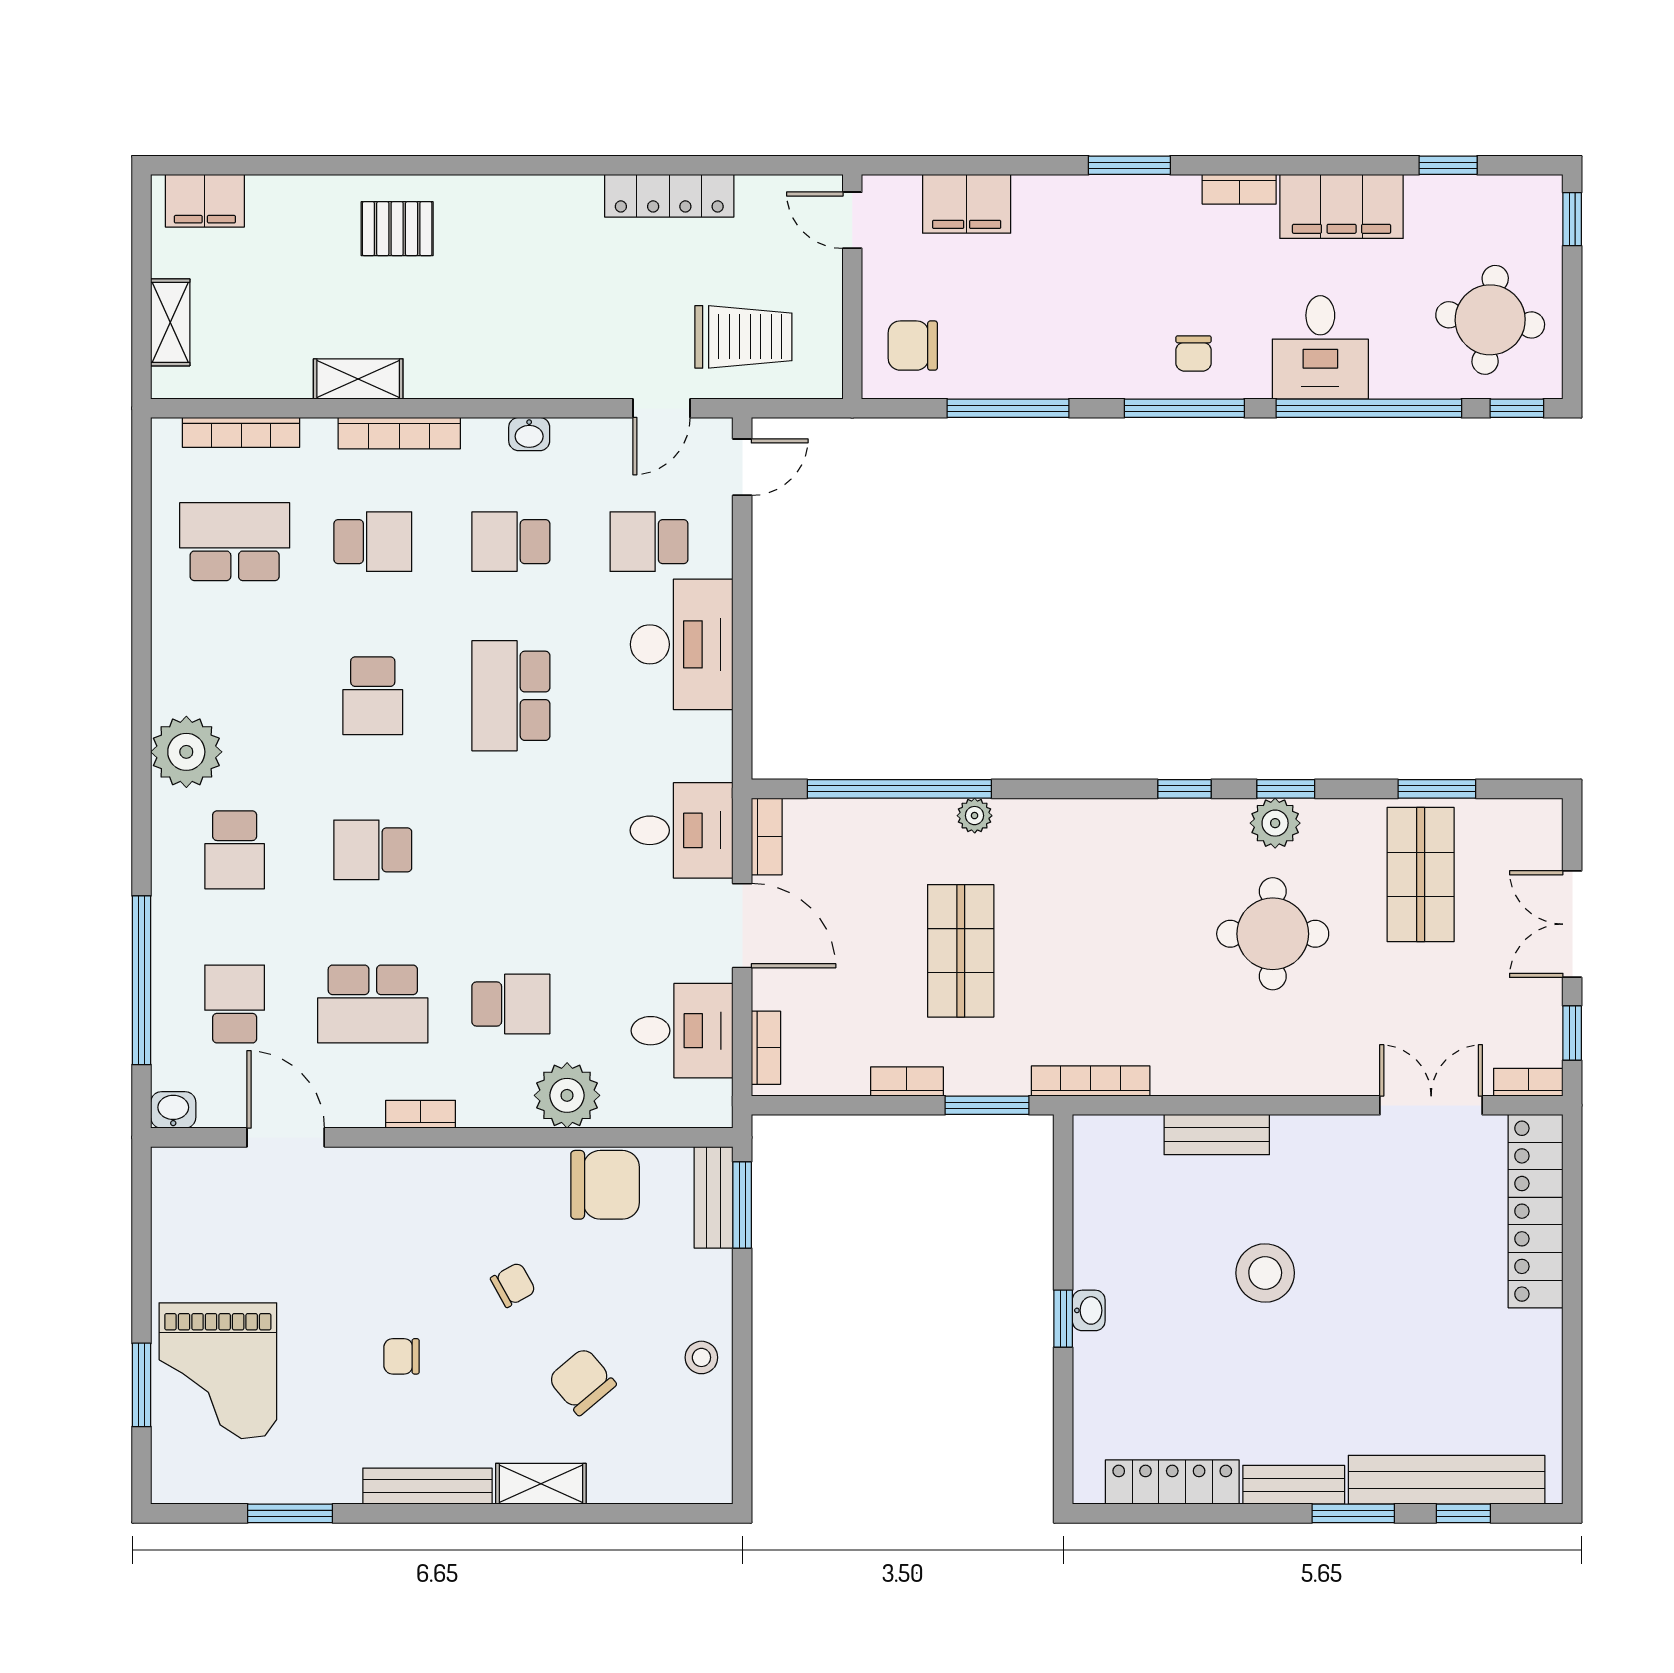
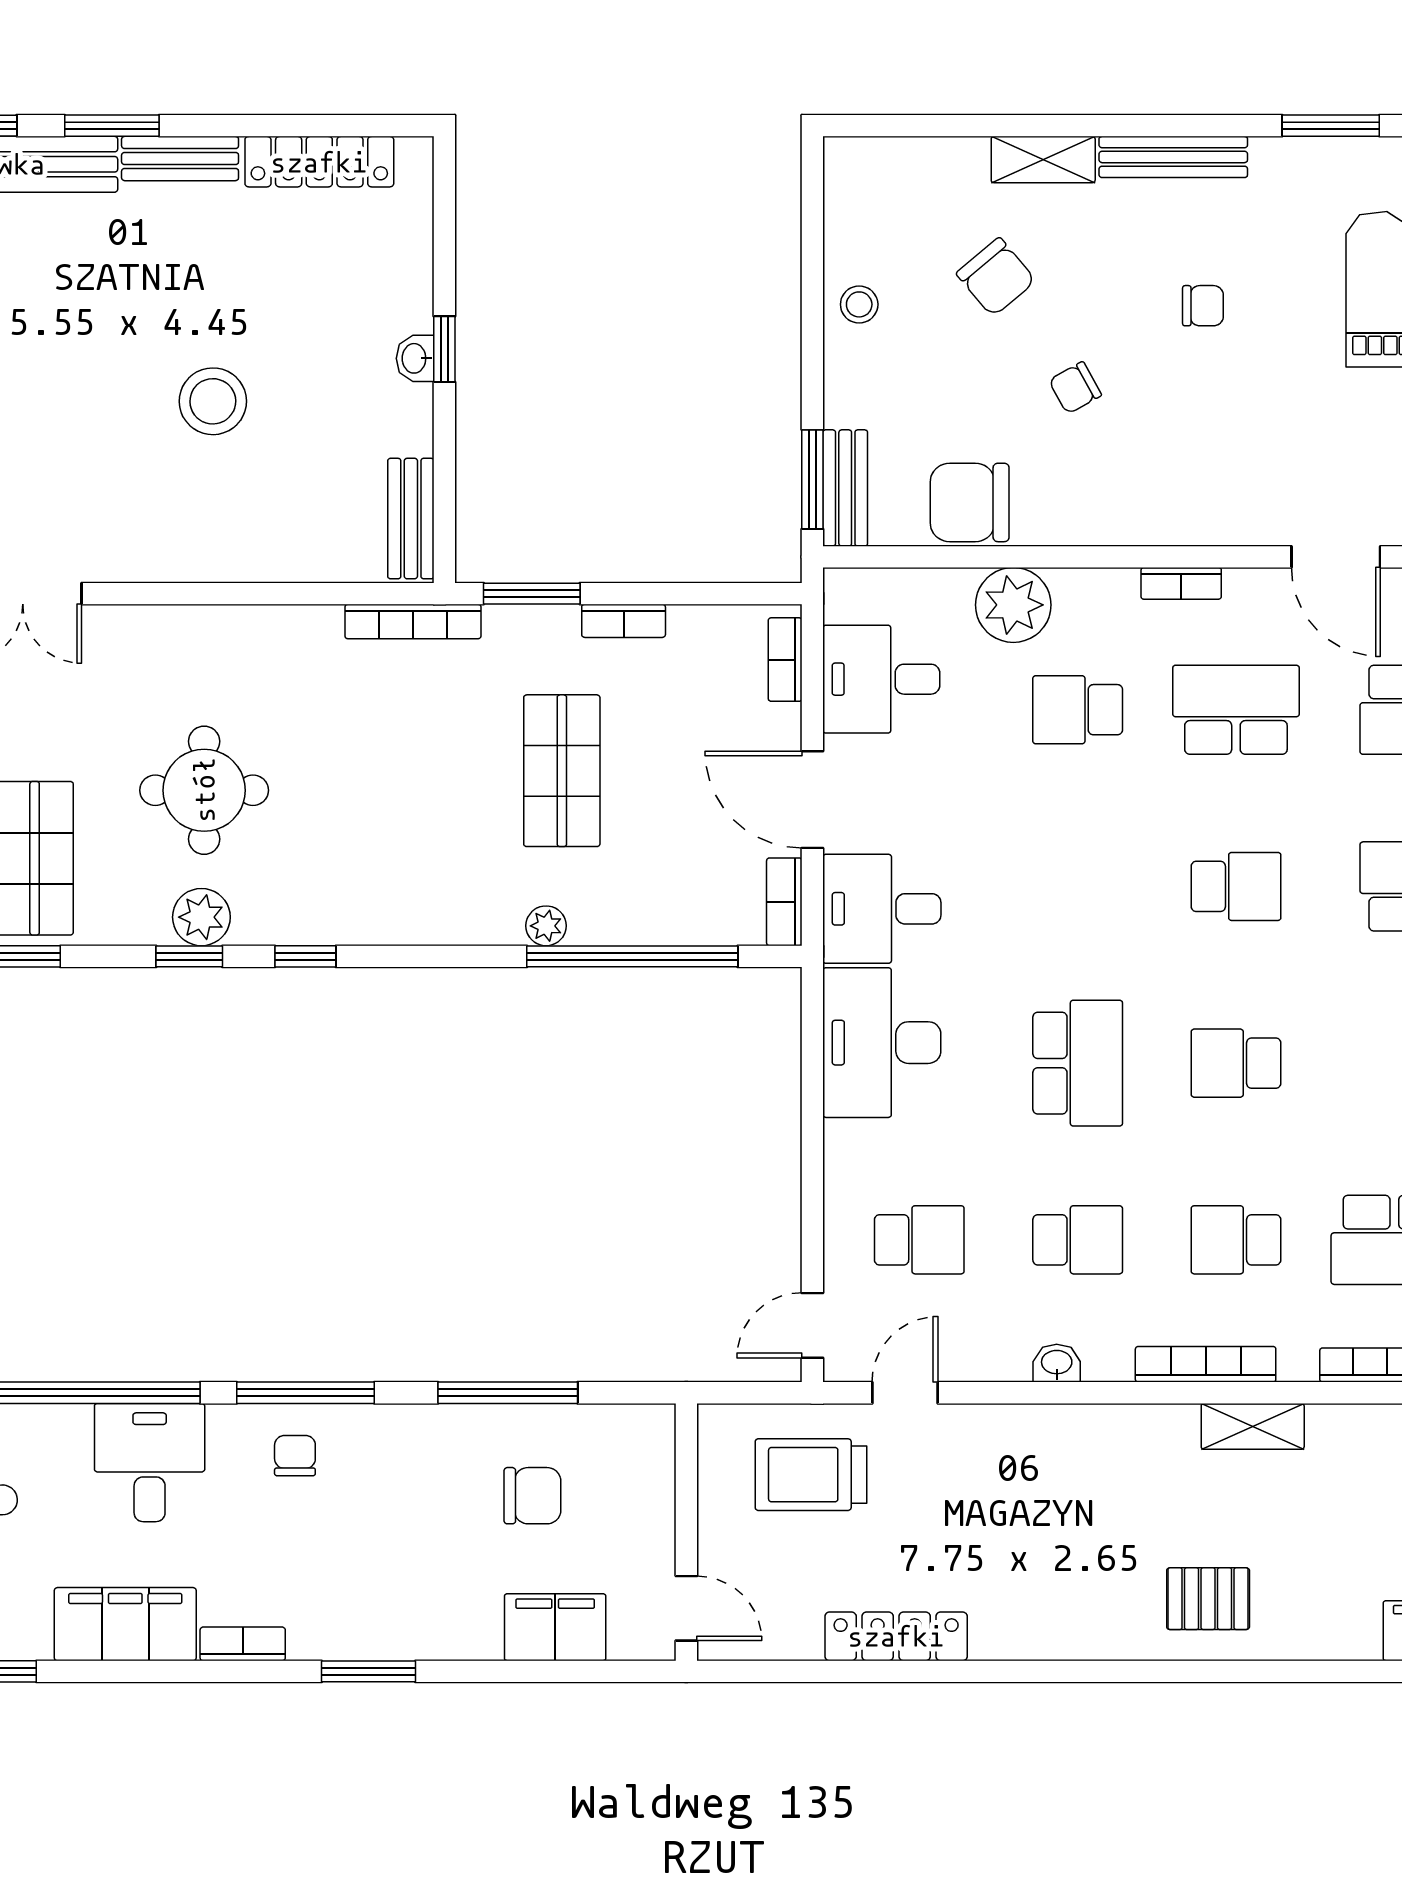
chair: (913, 346) -> (532, 1496), moved
desk: (682, 644) -> (882, 1043), moved
school desk: (373, 696) -> (1236, 1063), turned -90
bench: (1217, 1135) -> (411, 519), moved, turned 90

